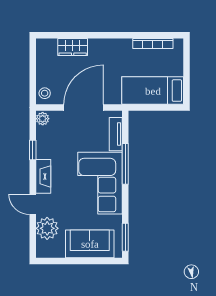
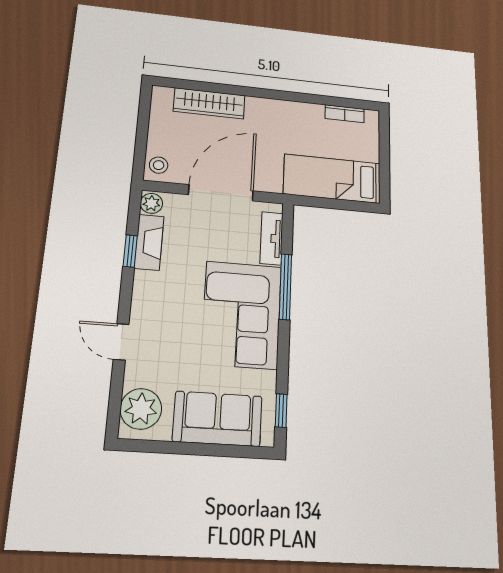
bookcase: (153, 44) -> (345, 114), width x0.64
wardrobe: (73, 47) -> (209, 103), width x1.50
fireplace: (43, 176) -> (149, 242), moved
plant: (47, 228) -> (141, 409), moved
window: (125, 237) -> (281, 411), width x0.67

